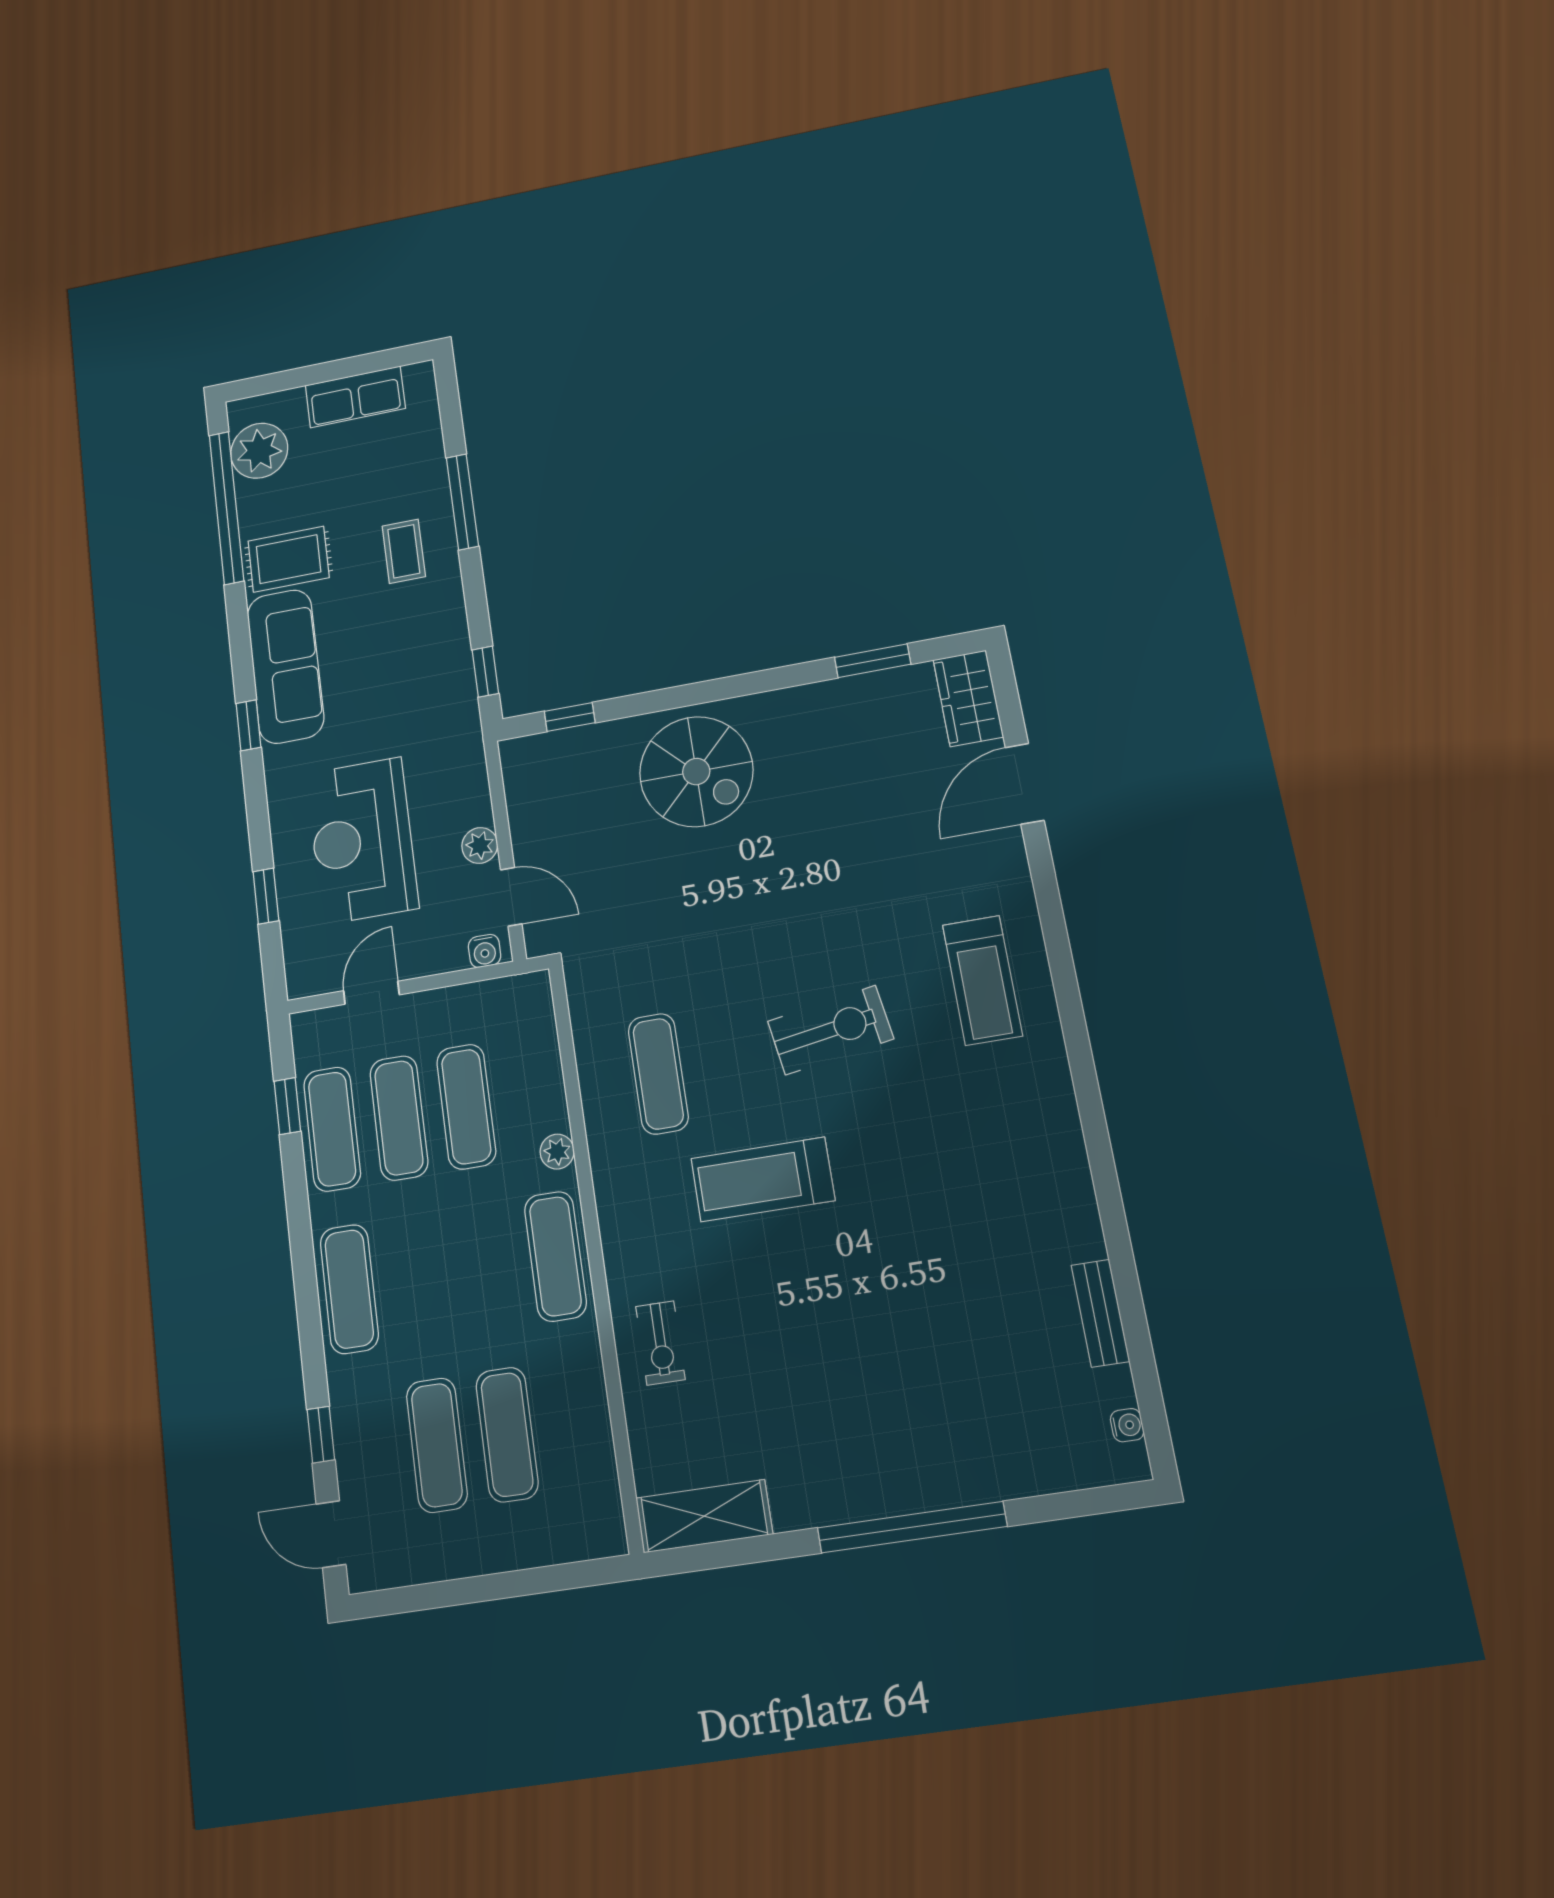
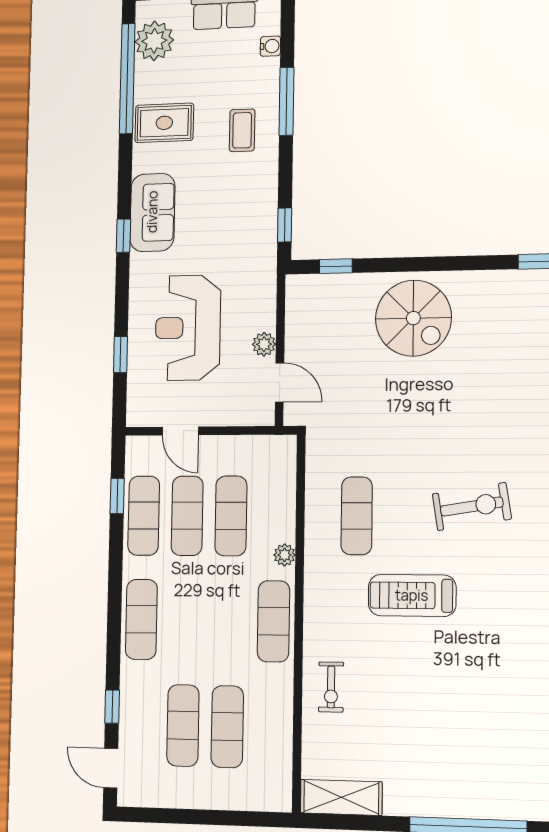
sofa: (285, 666) -> (152, 212), width x0.73
water cooler: (485, 951) -> (270, 46), moved, turned -90
door: (371, 993) -> (180, 431), swing flipped

